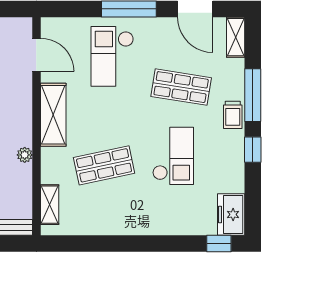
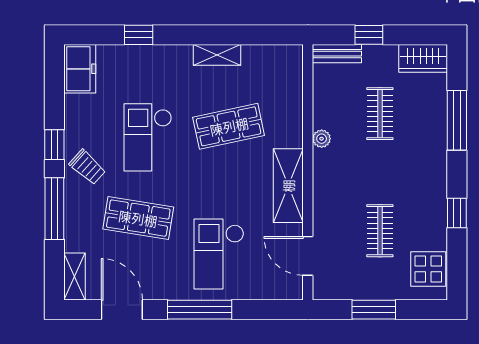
checkout: (112, 56) -> (219, 254), turned 180
trolley: (233, 115) -> (87, 167), moved, turned 132
shelving: (50, 205) -> (217, 55), moved, turned 90
window: (219, 243) -> (139, 35), moved

